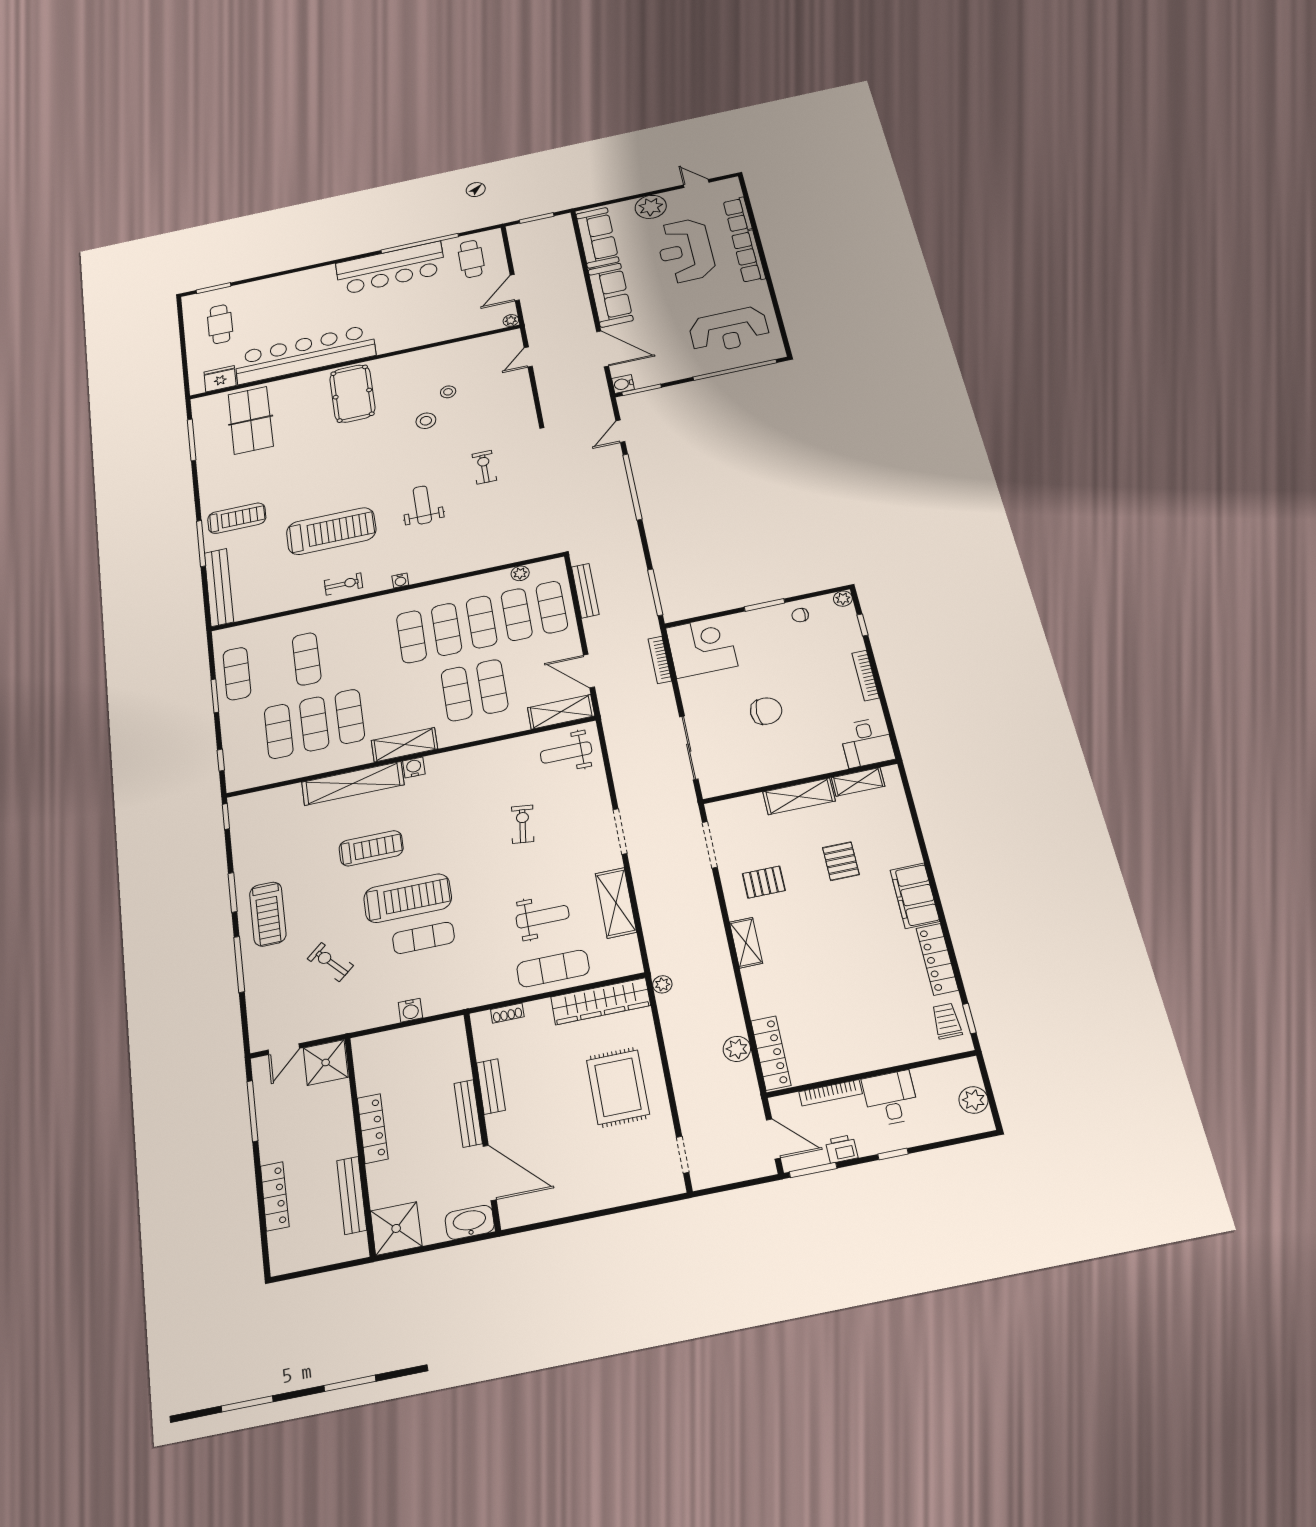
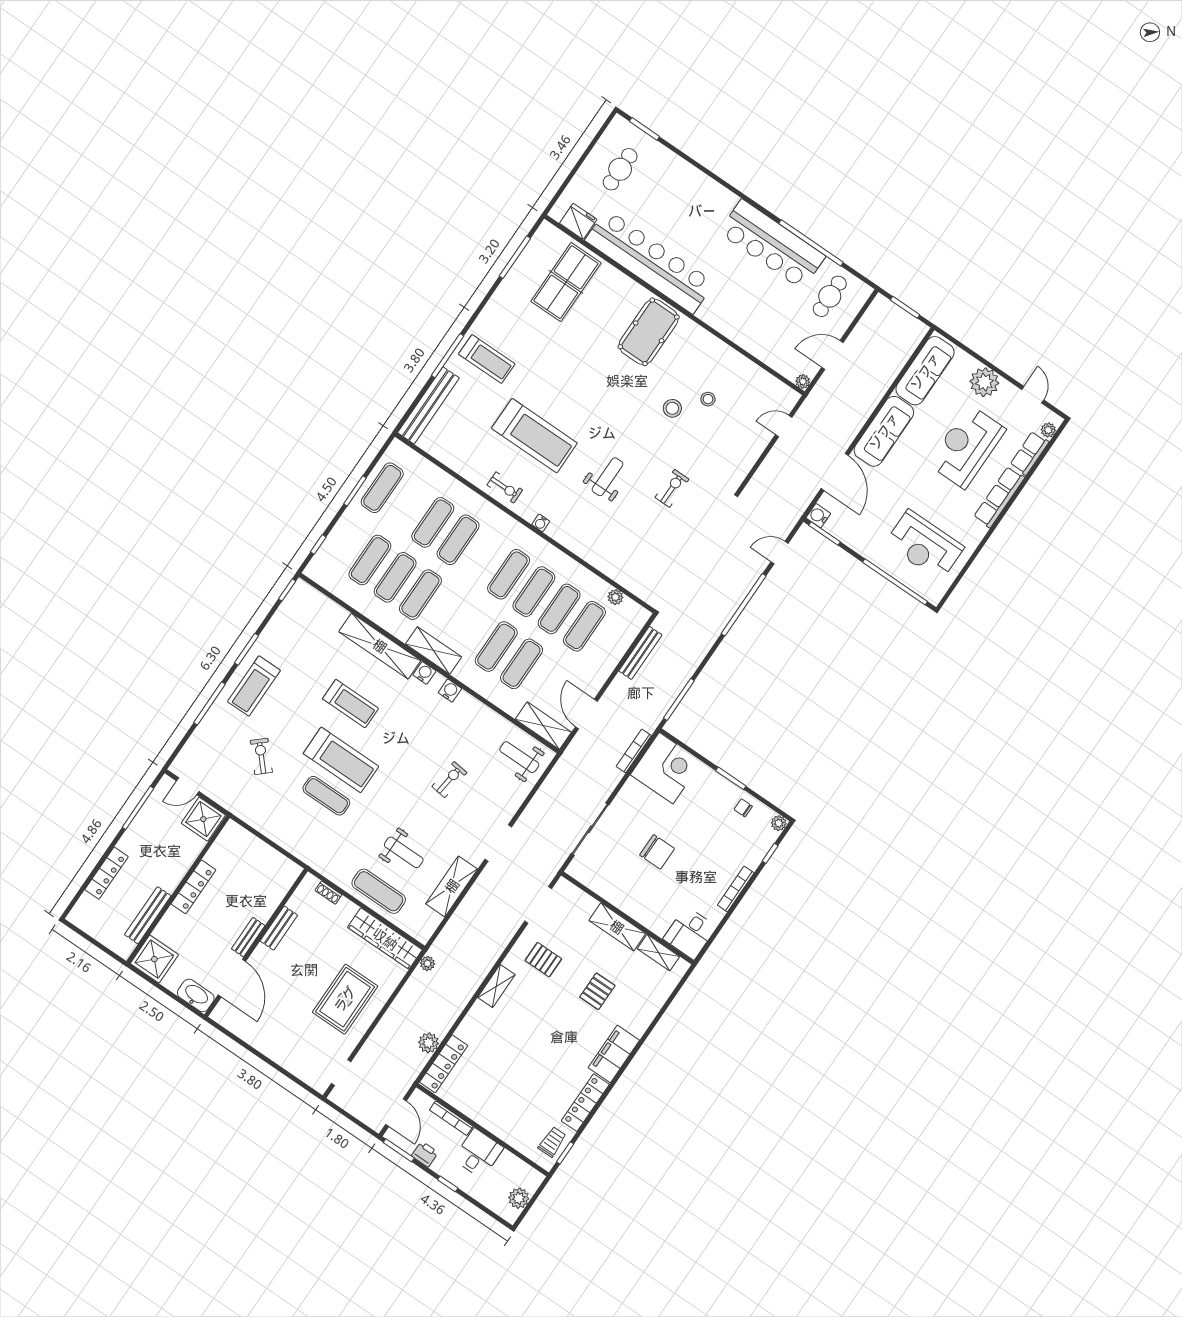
plant: (734, 192) -> (1048, 430), added
exercise mat: (552, 607) -> (458, 540), moved
water cooler: (410, 1010) -> (450, 691), moved, turned 180
bench: (468, 1113) -> (248, 937), width x0.73

